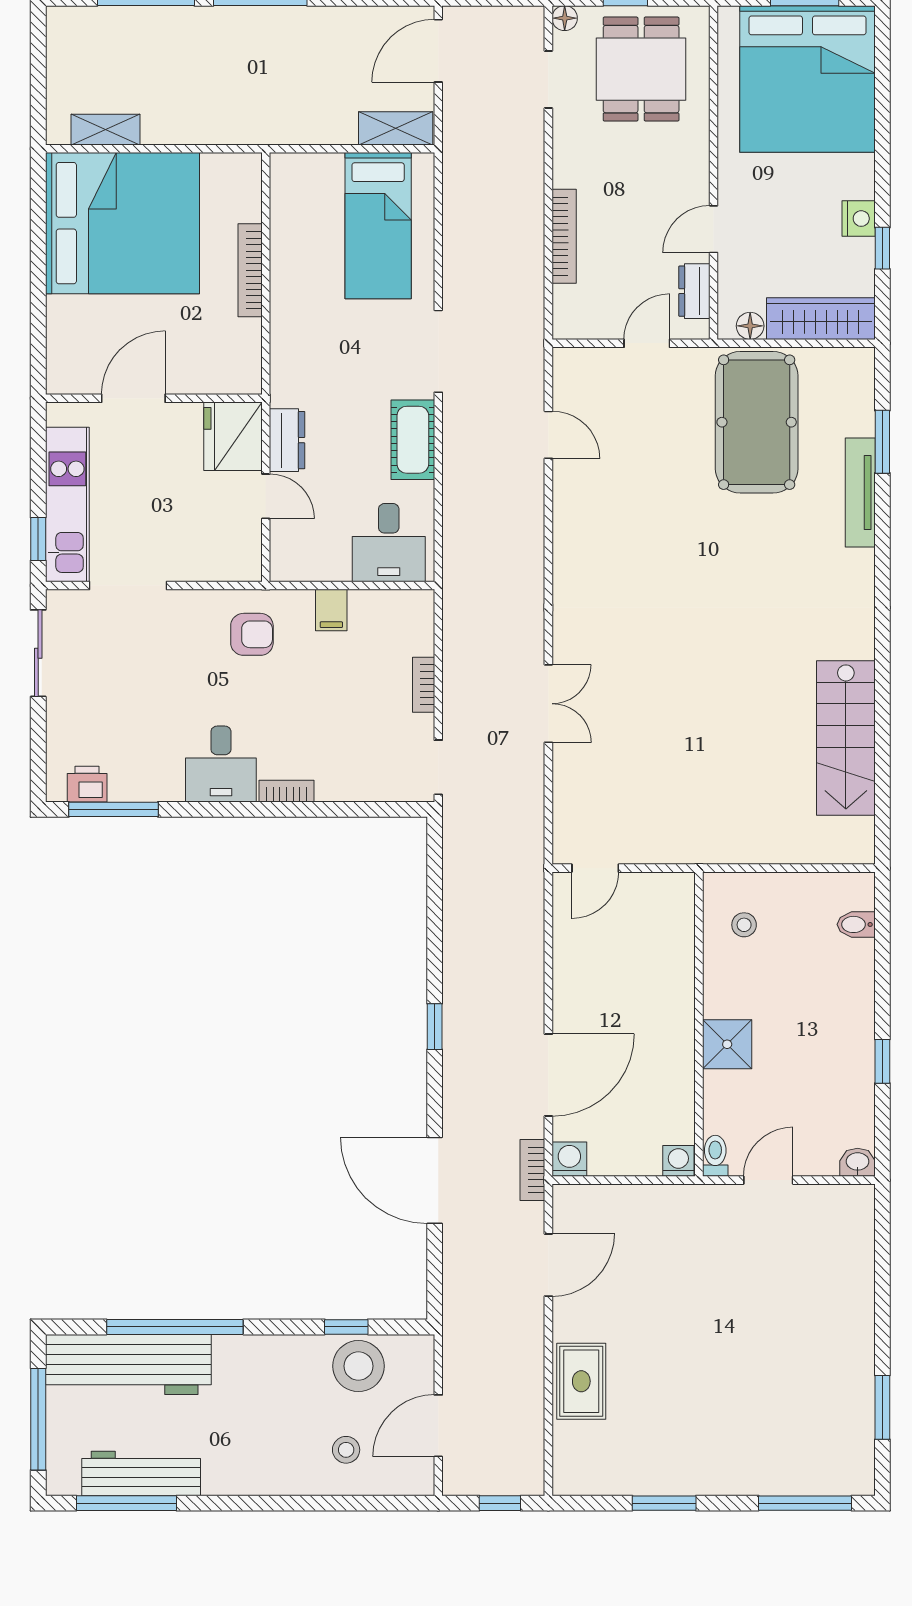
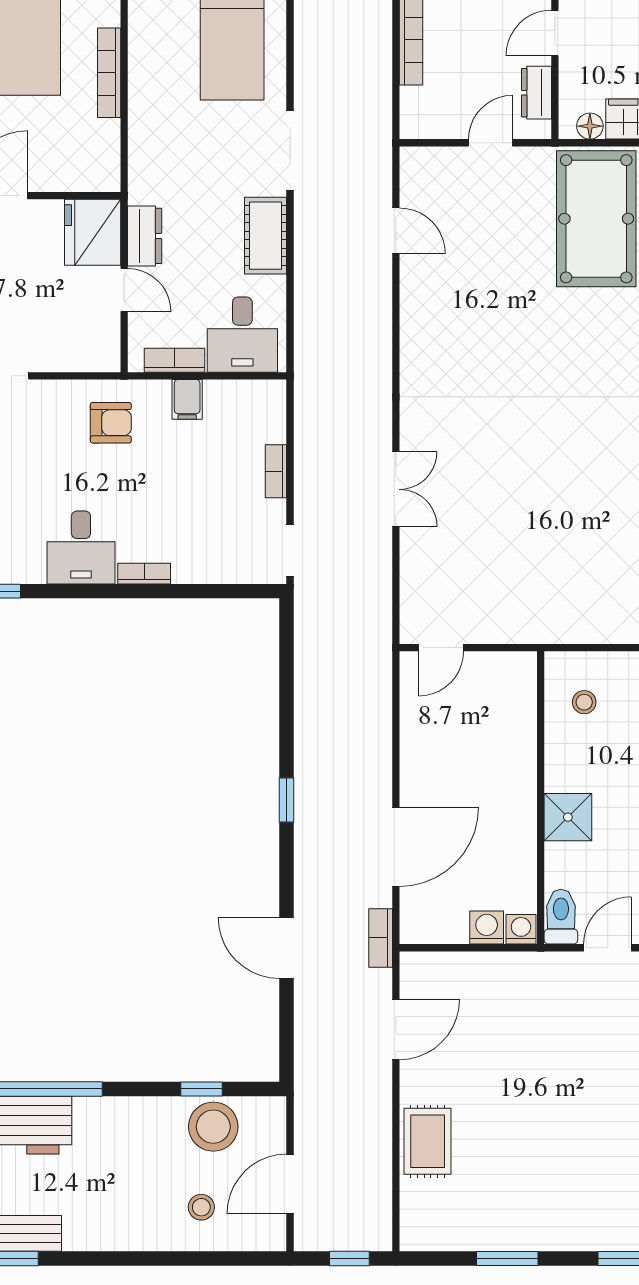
bookcase: (318, 569) -> (174, 360), added
toilet: (715, 1156) -> (561, 917), width x1.37, depth x1.39
washing machine: (569, 1159) -> (487, 928), moved
door: (435, 1180) -> (286, 948), width x0.73

